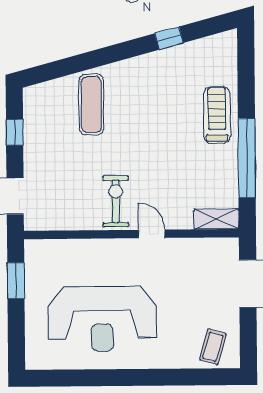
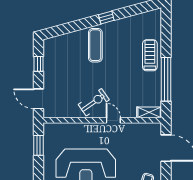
window: (169, 38) -> (106, 18), moved
exercise mat: (91, 104) -> (95, 45), moved
exercise bike: (116, 201) -> (94, 102), turned 55

